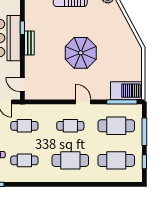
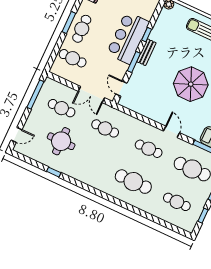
window: (22, 57) -> (134, 62), added
cafe table: (24, 160) -> (90, 161), removed
cafe table: (116, 160) -> (177, 202), width x0.73, depth x0.74

